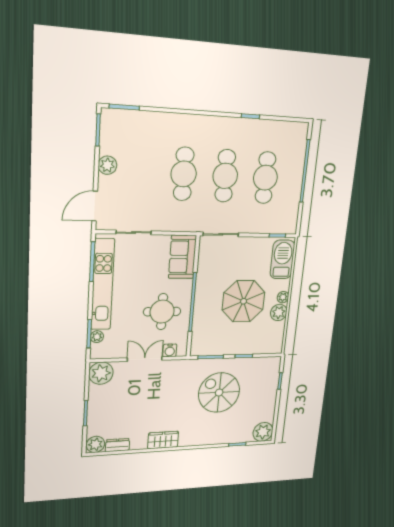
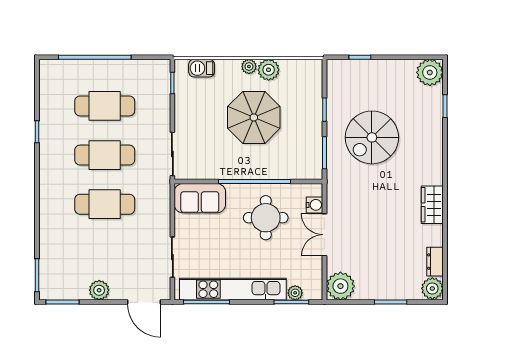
barbecue: (282, 259) -> (202, 68), width x0.53, depth x0.65

